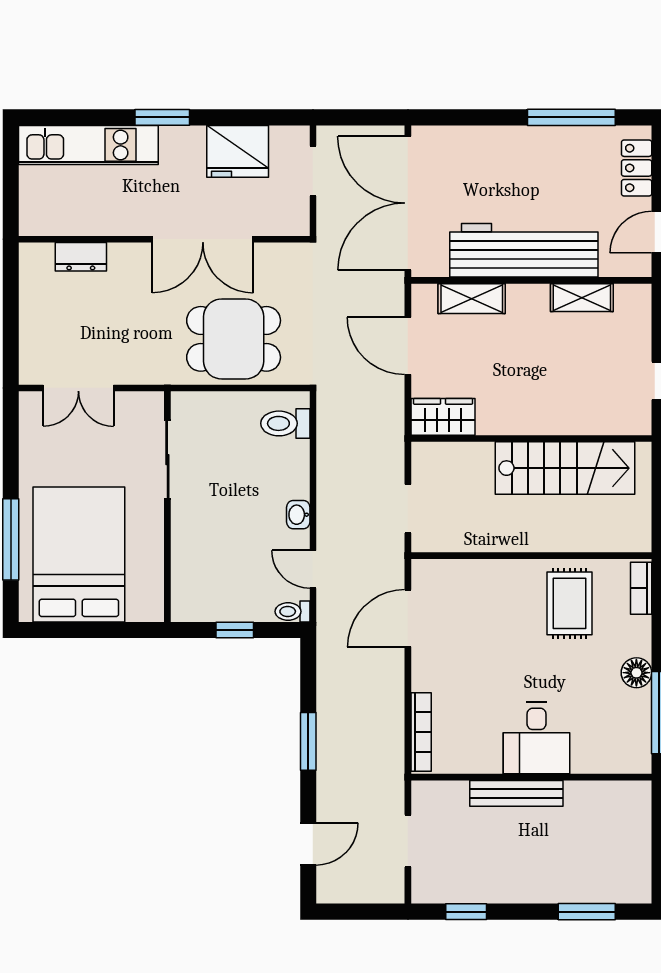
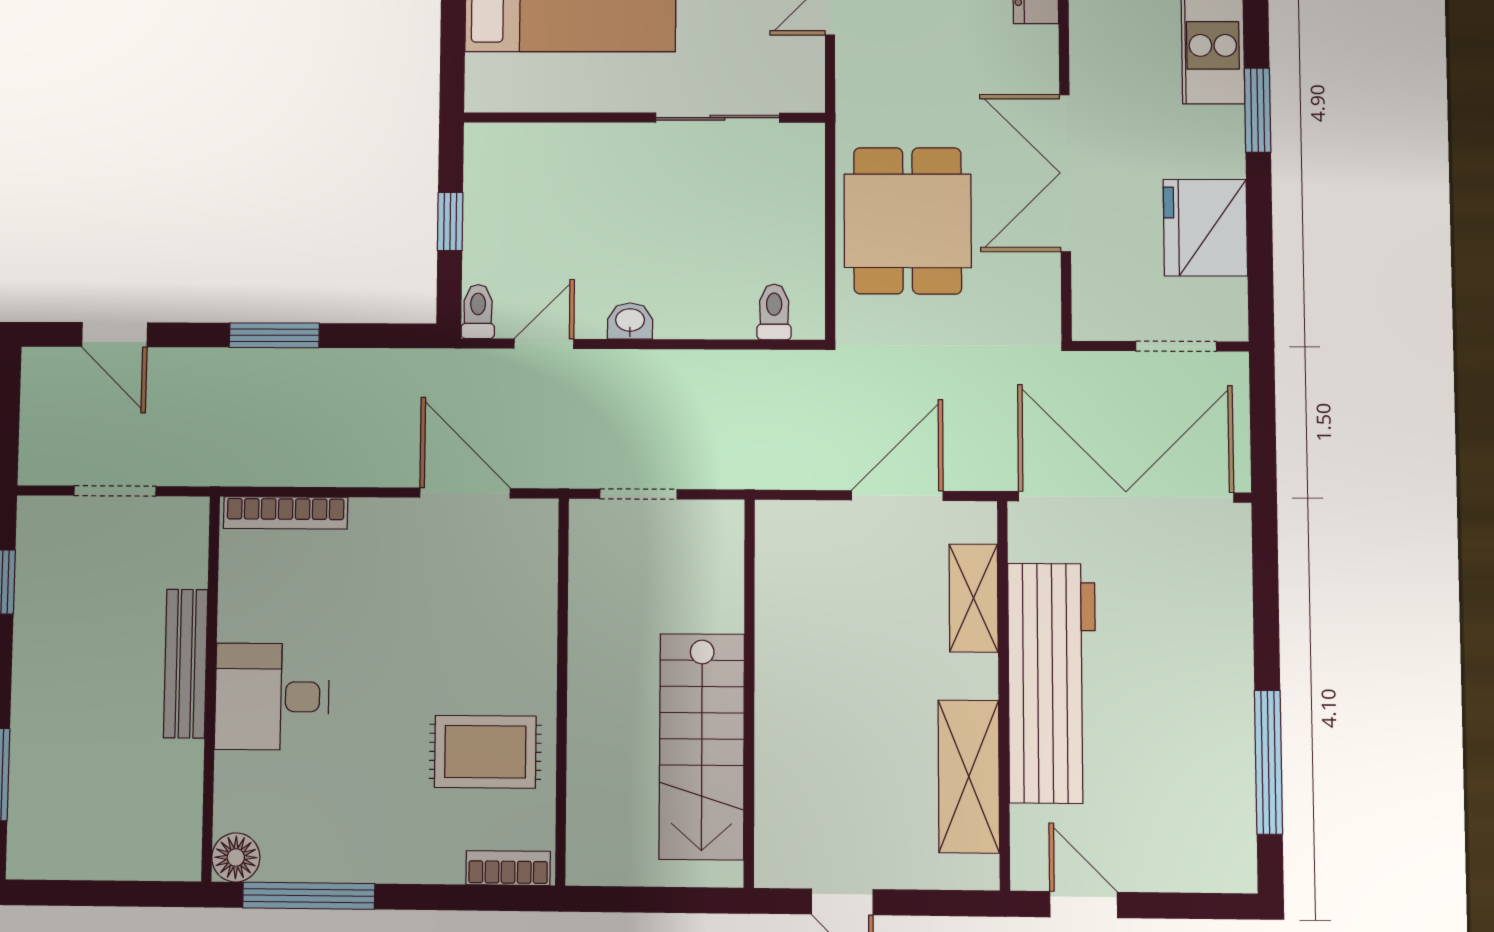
locker: (637, 168) -> (1188, 868), removed
shelving: (582, 298) -> (969, 777), width x1.50, depth x1.33
wardrobe: (443, 417) -> (784, 551), removed
toilet: (285, 423) -> (774, 312), width x0.73, depth x0.72
floor lamp: (636, 673) -> (236, 857), moved

